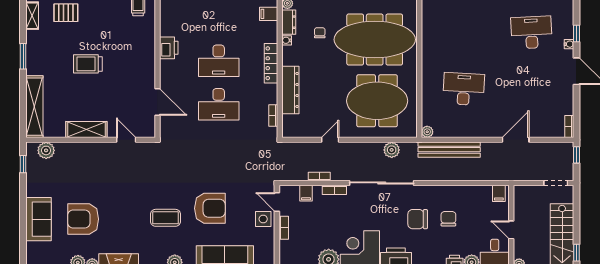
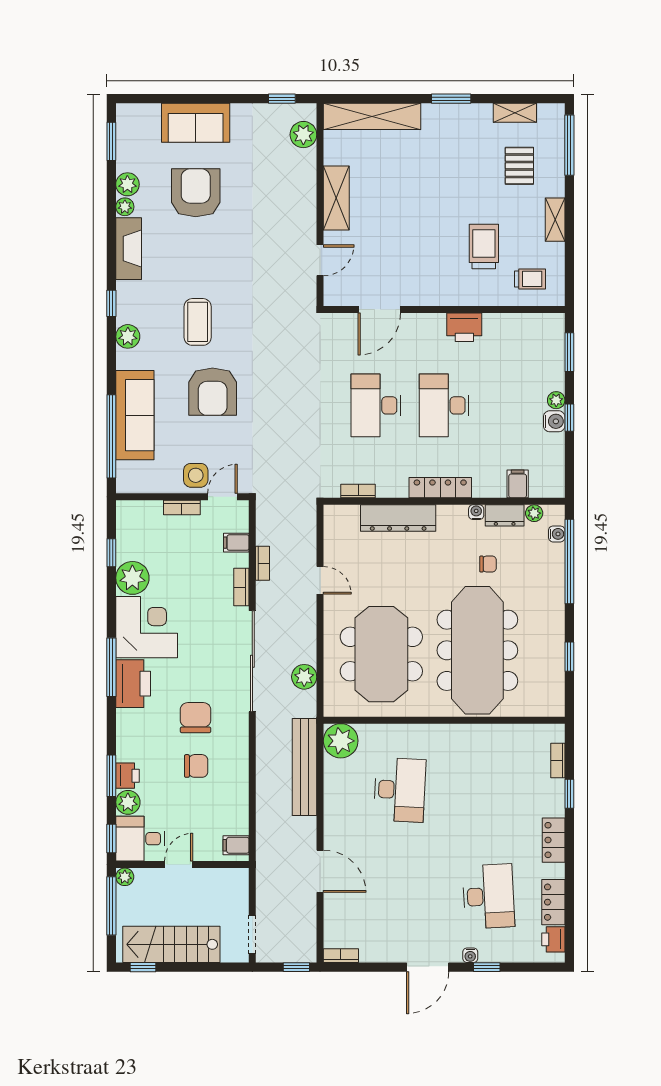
trolley: (88, 64) -> (484, 247), moved
plant: (427, 132) -> (341, 741), width x1.87, depth x1.87

